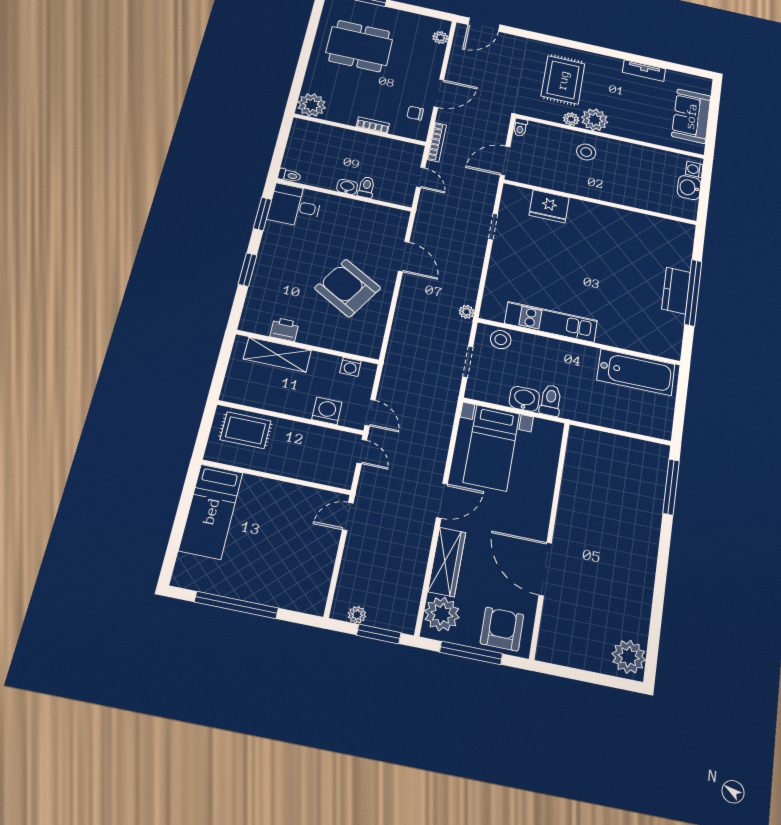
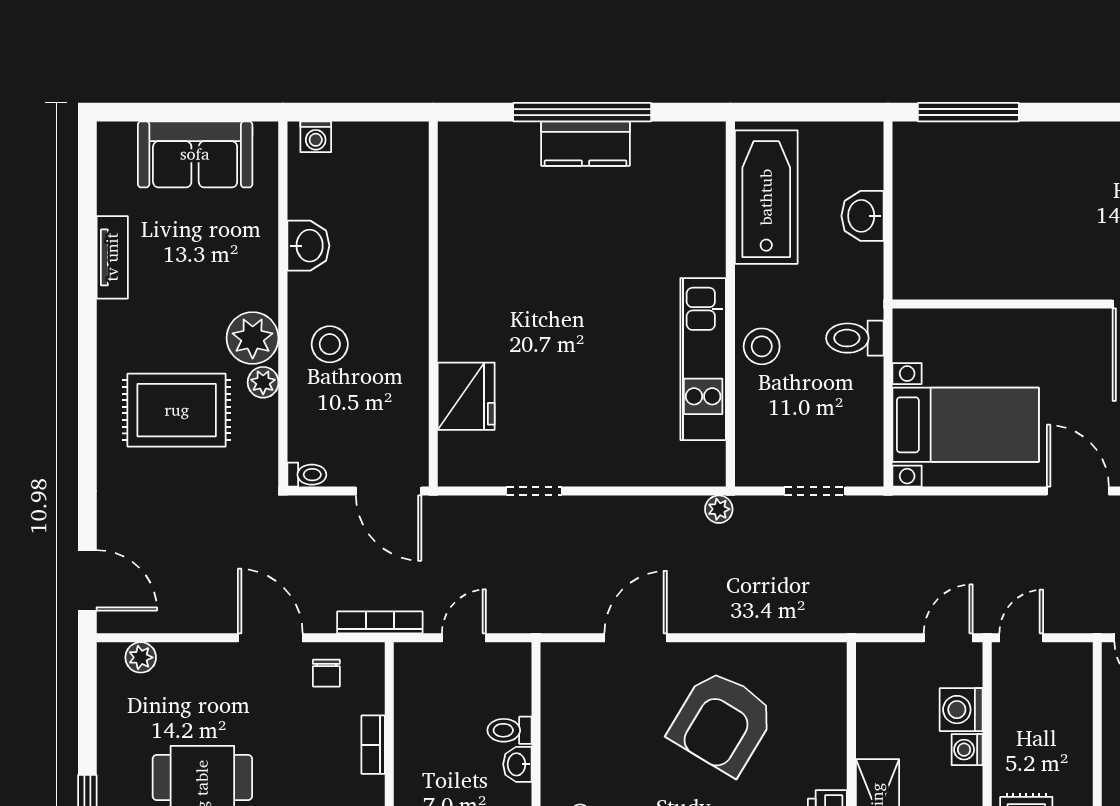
washbasin: (689, 188) -> (308, 246), moved, turned -90
stool: (501, 340) -> (762, 346), moved
washing machine: (350, 367) -> (967, 750), moved, turned 180
washbasin: (524, 399) -> (863, 216), moved

